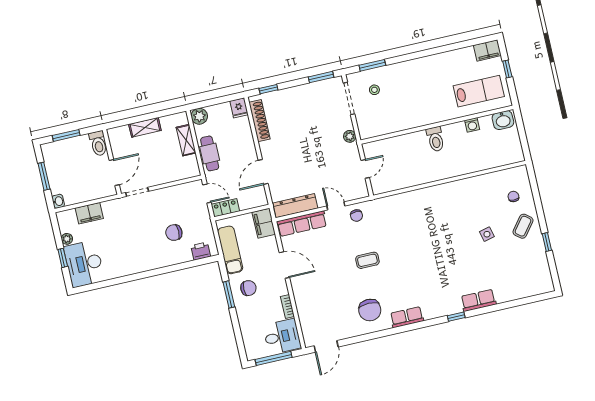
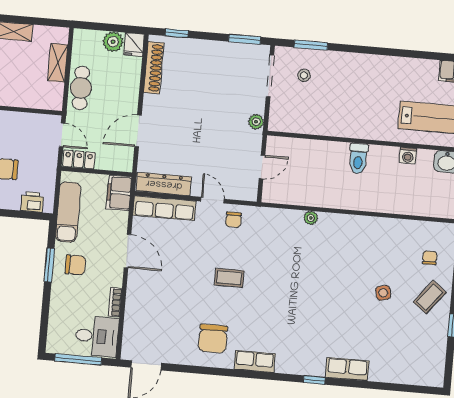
plant: (199, 116) -> (113, 42), moved
plant: (414, 195) -> (311, 218), added

